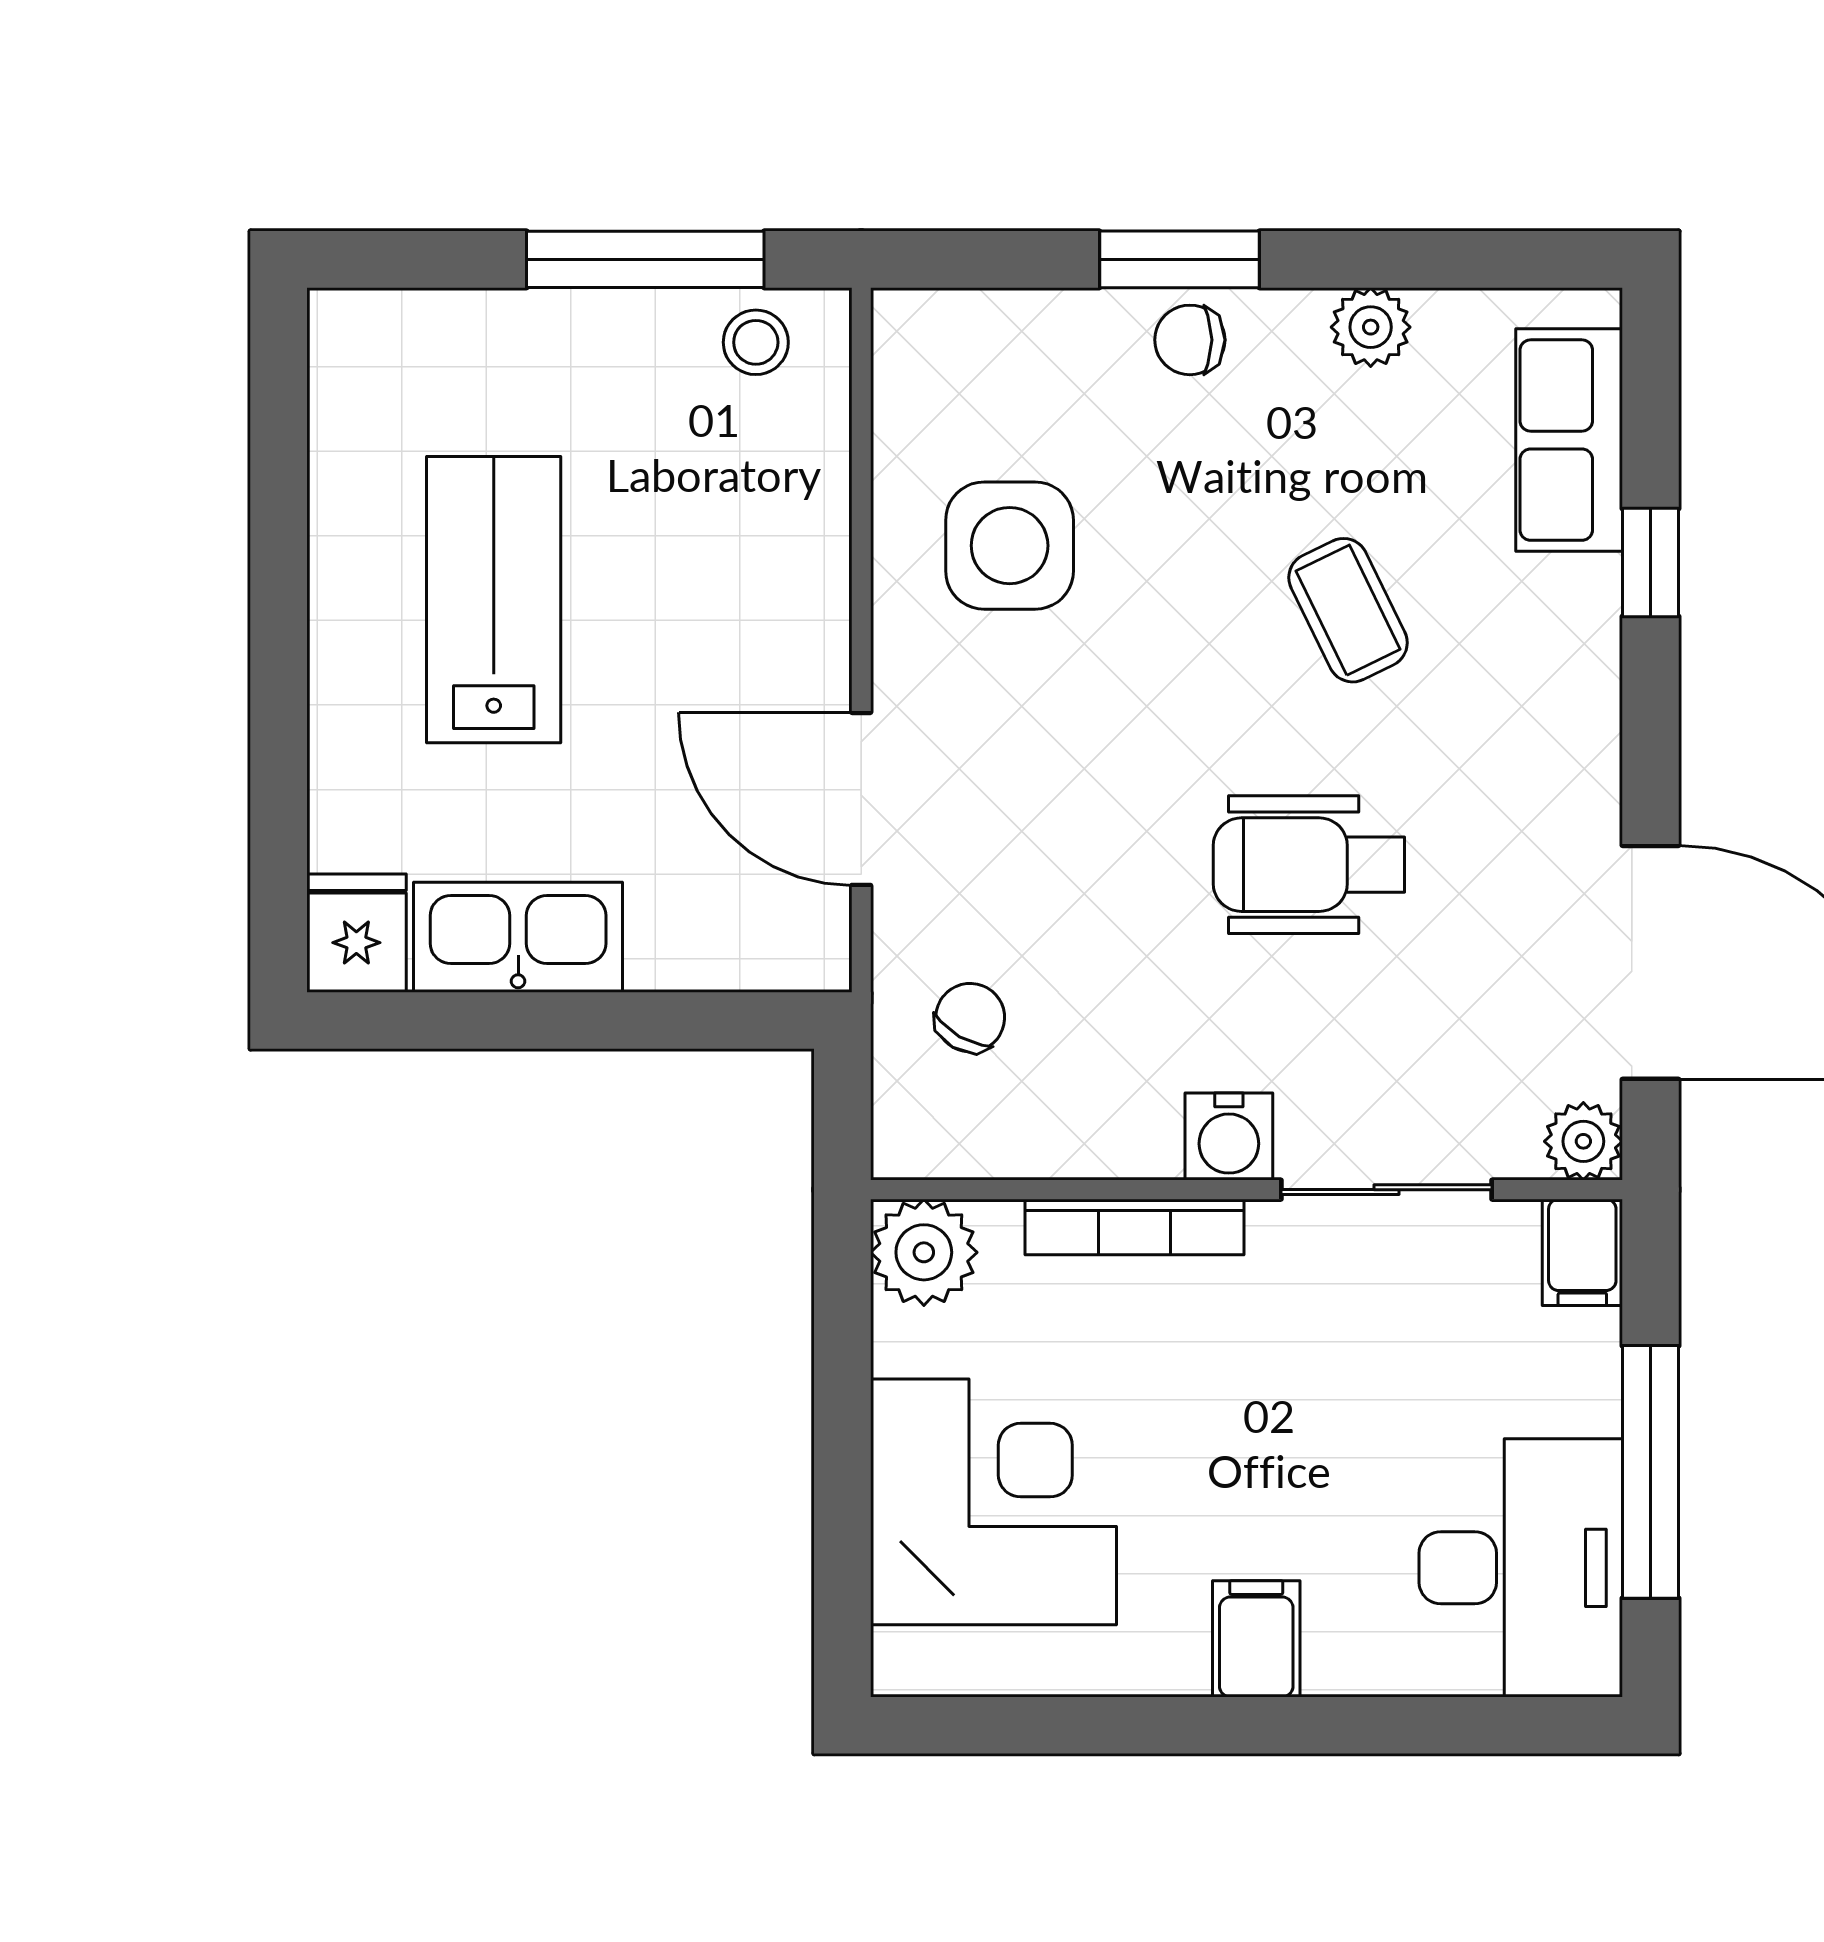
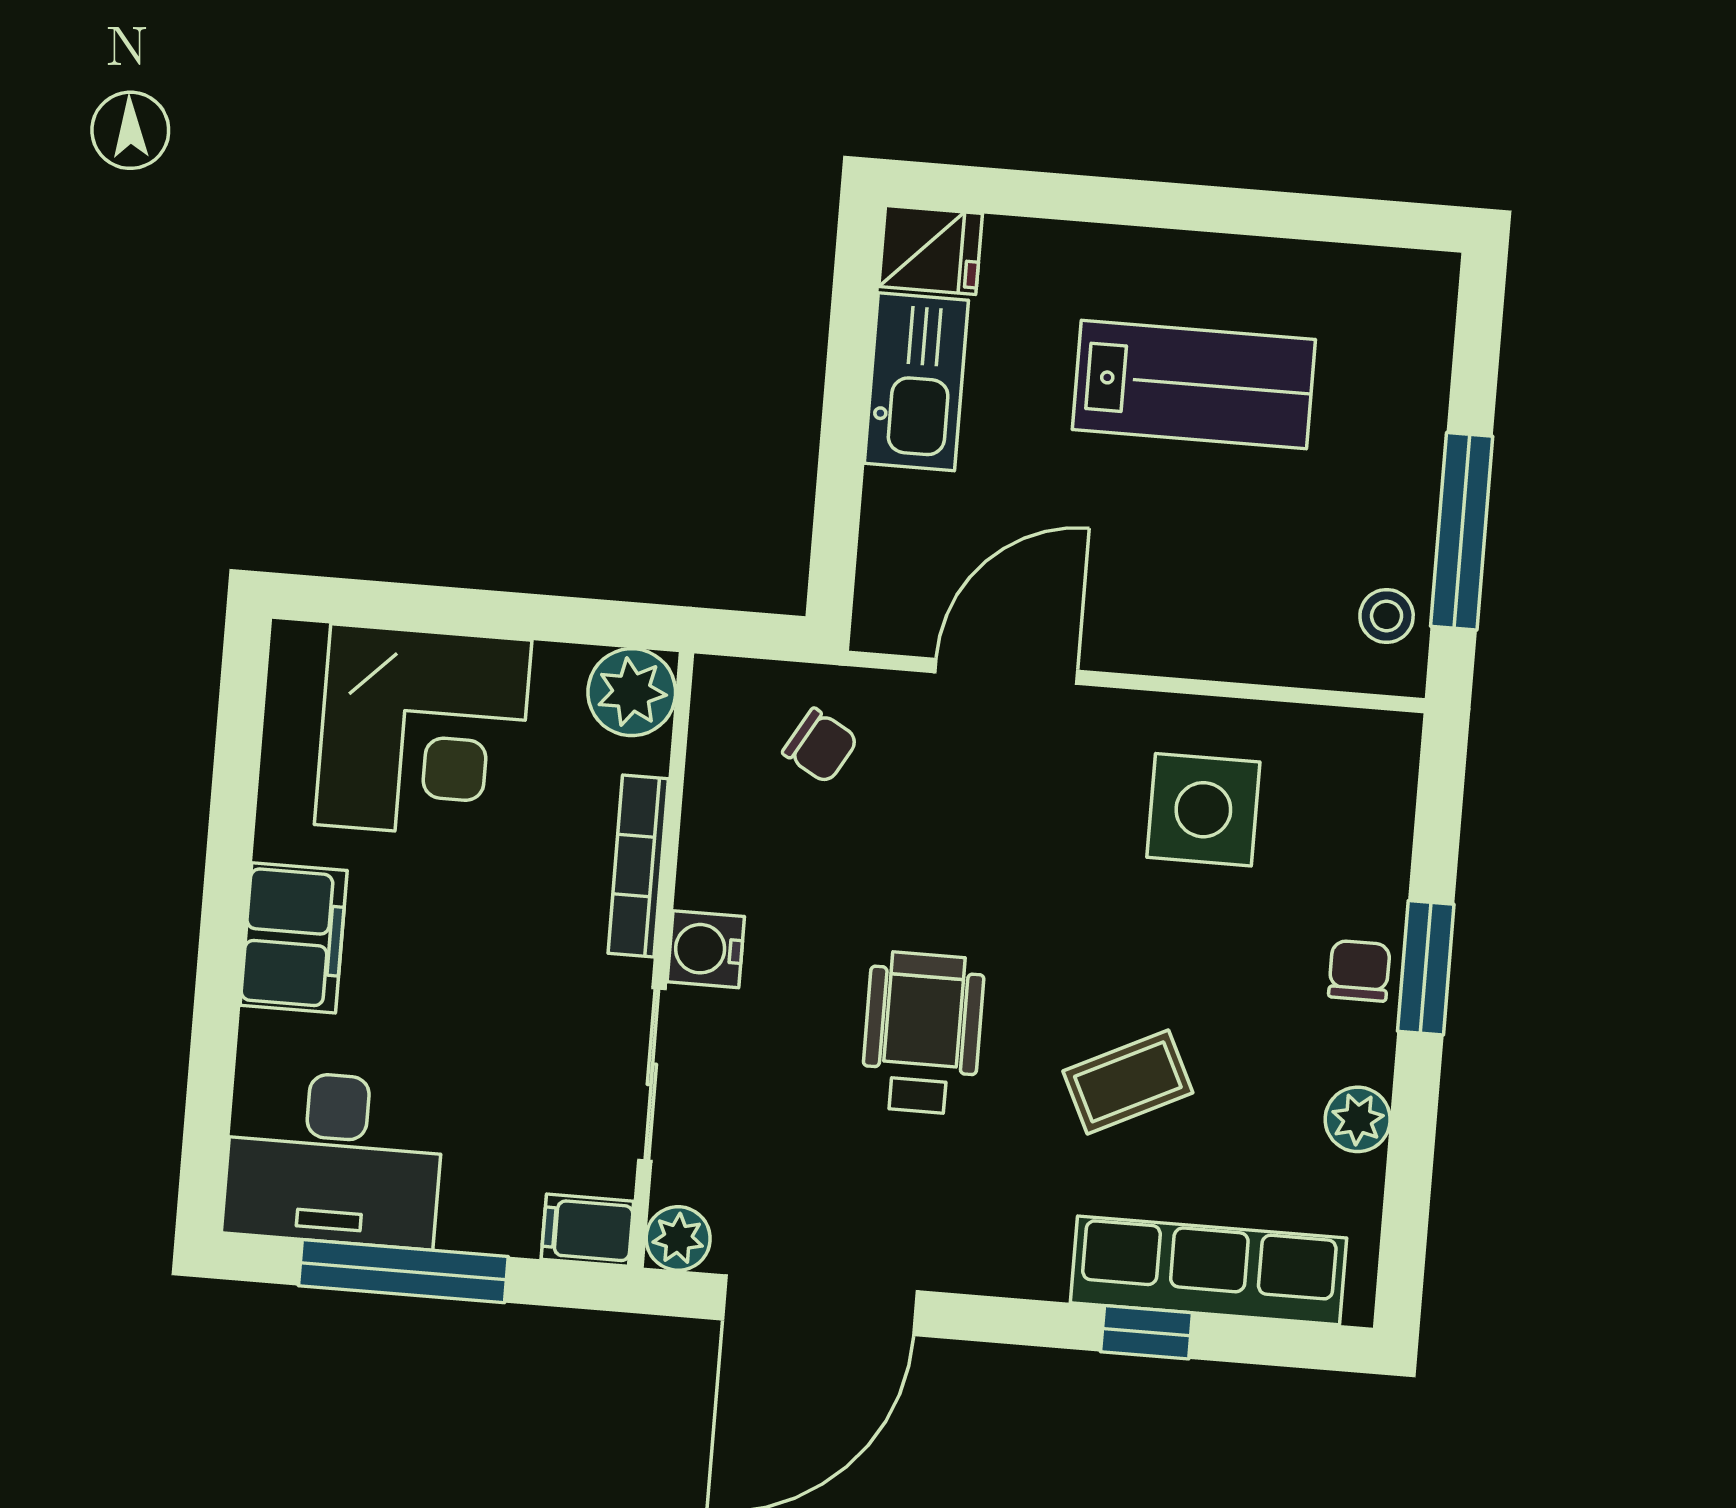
row of seats: (1569, 440) -> (1209, 1270), width x1.48
filing cabinet: (1256, 1639) -> (294, 938), width x2.00

